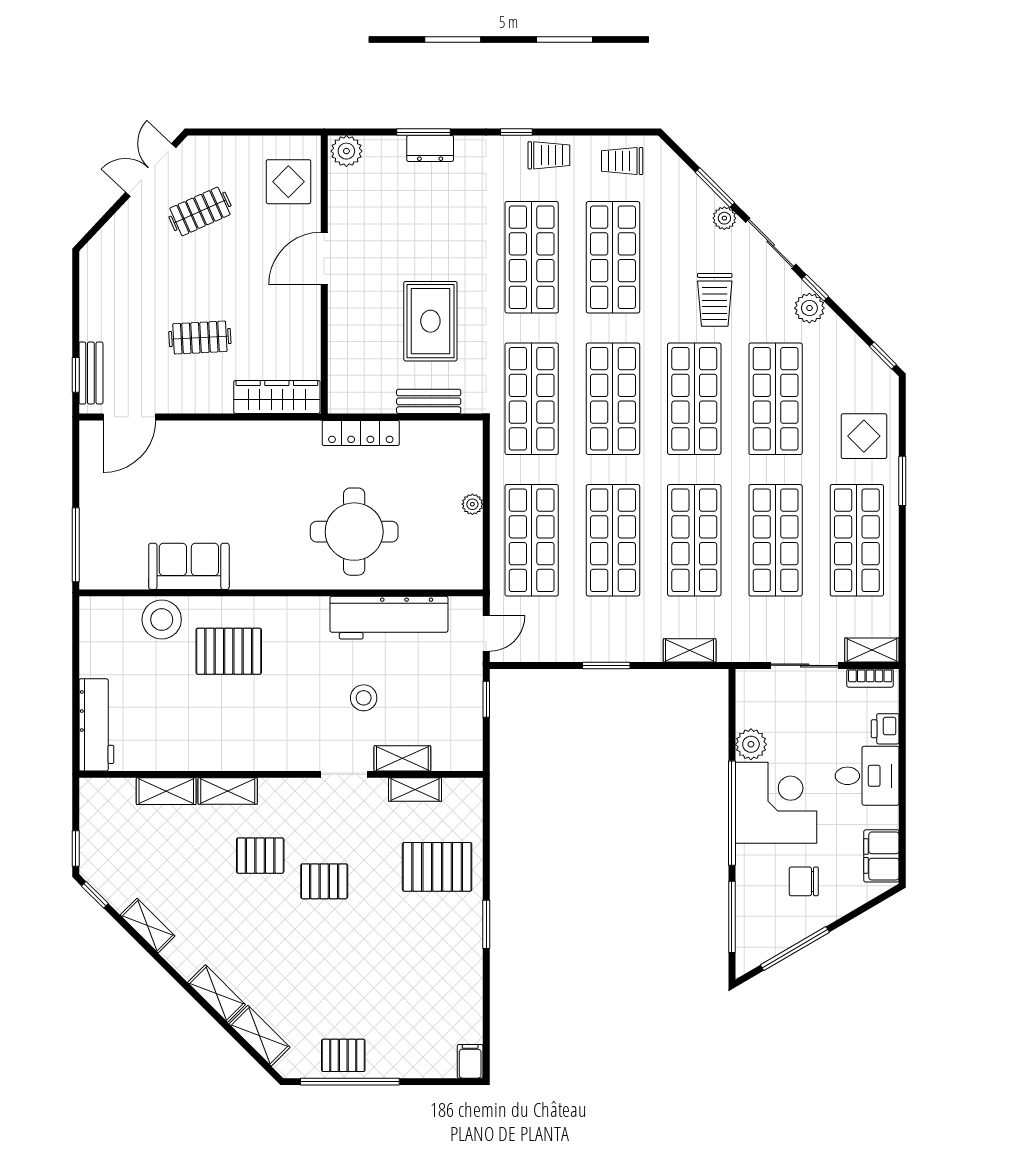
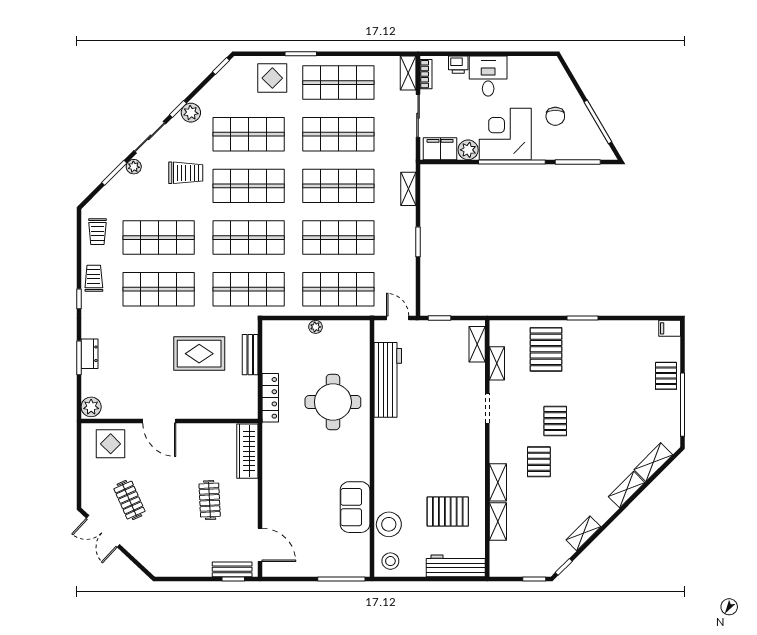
pallet: (229, 651) -> (448, 512), moved, turned 90
stool: (364, 698) -> (390, 561), moved
shelving: (402, 758) -> (477, 344), moved
filing cabinet: (881, 856) -> (440, 149), moved, turned 180
pallet: (343, 1055) -> (666, 376), moved

